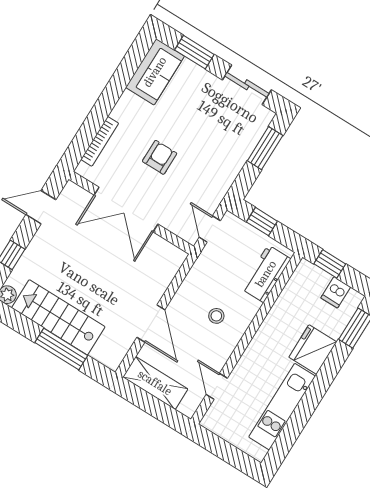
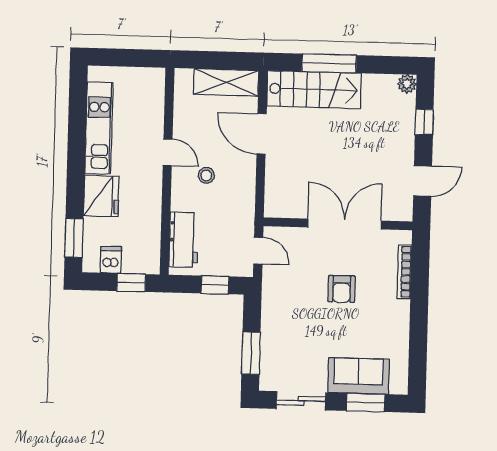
sofa: (155, 72) -> (358, 376), moved, turned 90
stairs: (58, 317) -> (314, 90), moved
door: (217, 386) -> (168, 152), moved

